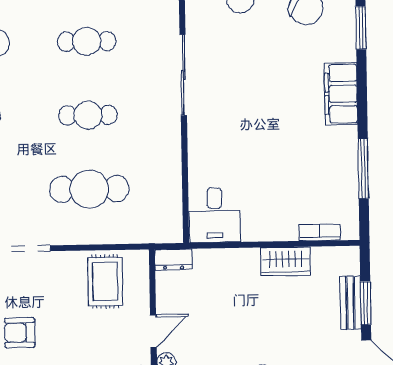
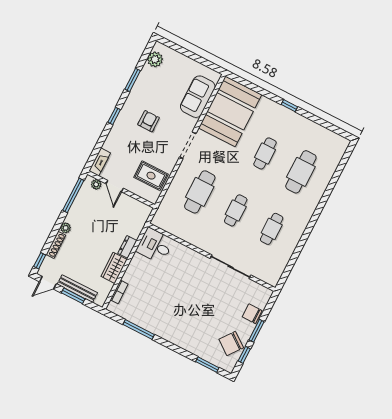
filing cabinet: (341, 94) -> (181, 338), removed
dresser: (173, 259) -> (127, 247), moved
bench: (350, 303) -> (77, 289), width x1.36

